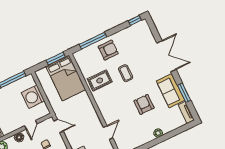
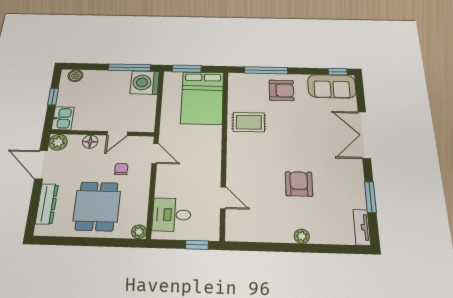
double door: (166, 56) -> (364, 135), swing flipped
window: (56, 59) -> (187, 69), moved
coffee table: (126, 73) -> (292, 130), removed
sofa: (171, 91) -> (332, 86), moved, turned -90
washing machine: (33, 97) -> (145, 83), moved
door: (108, 133) -> (223, 198), hinge flipped

